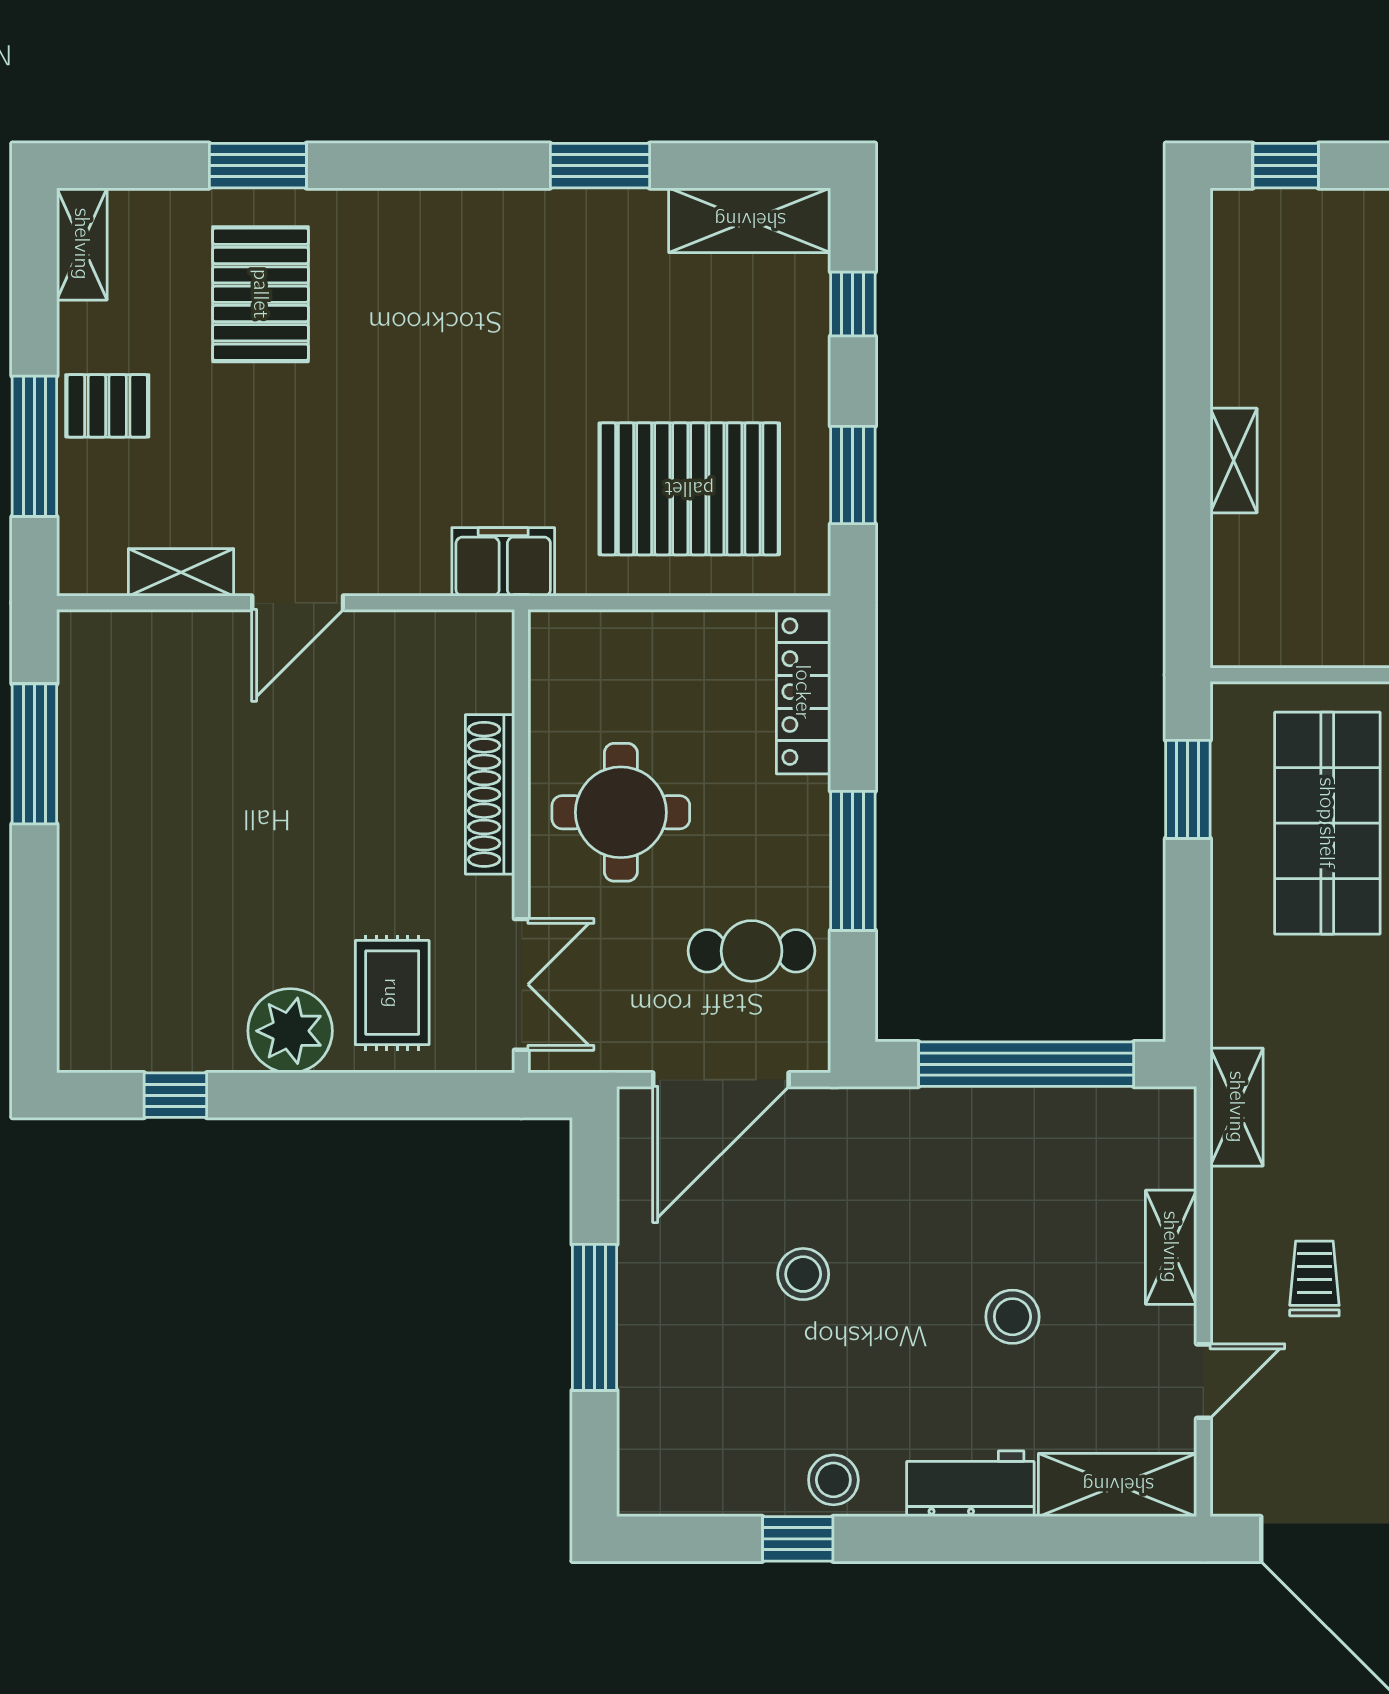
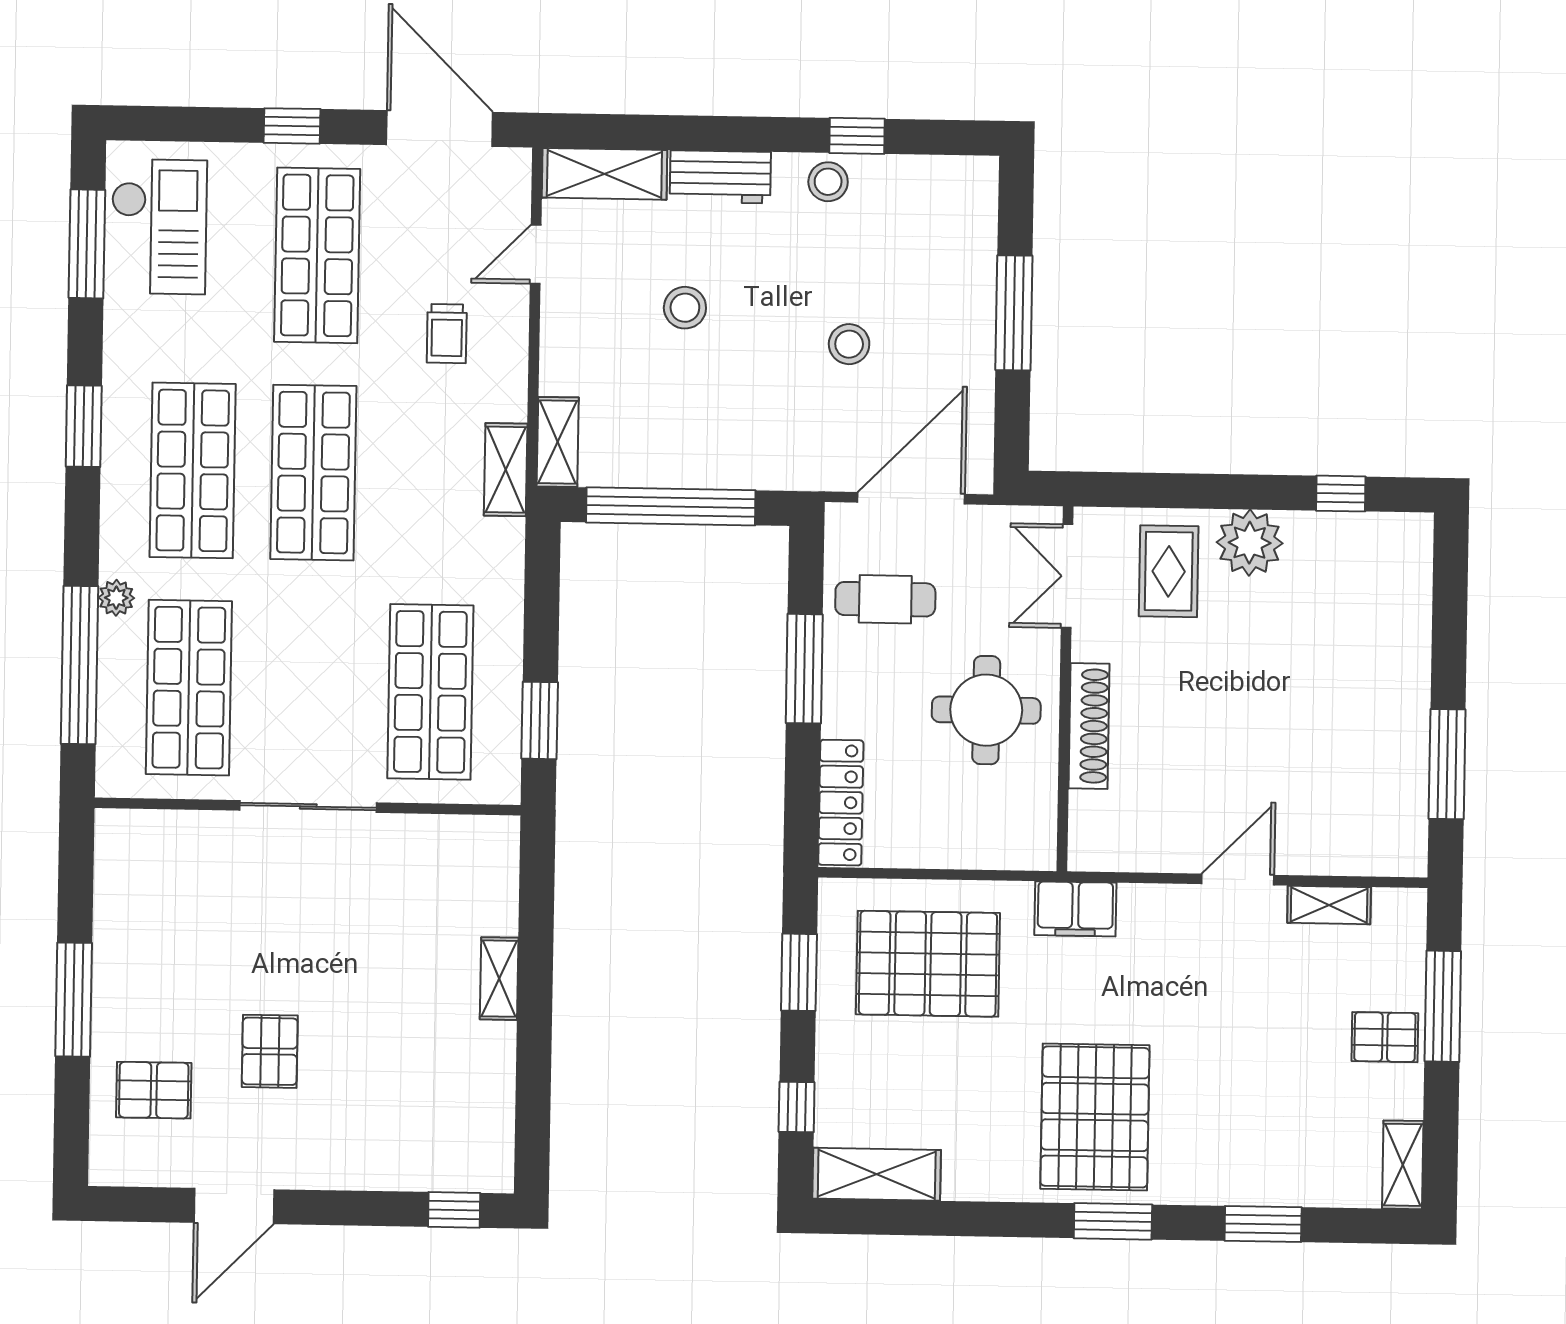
window: (600, 166) -> (1113, 1221), moved
pallet: (261, 294) -> (1095, 1117), moved, width x1.37, depth x1.41
shelving: (1171, 1247) -> (558, 442), moved

